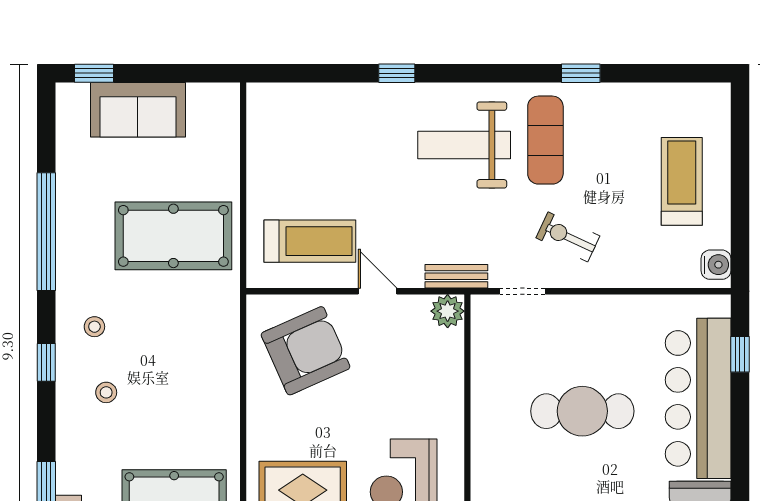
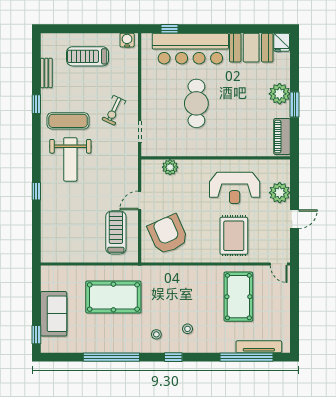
pool table: (173, 236) -> (113, 297), turned 90
bench: (456, 276) -> (46, 73), moved
plant: (448, 311) -> (170, 167), moved

